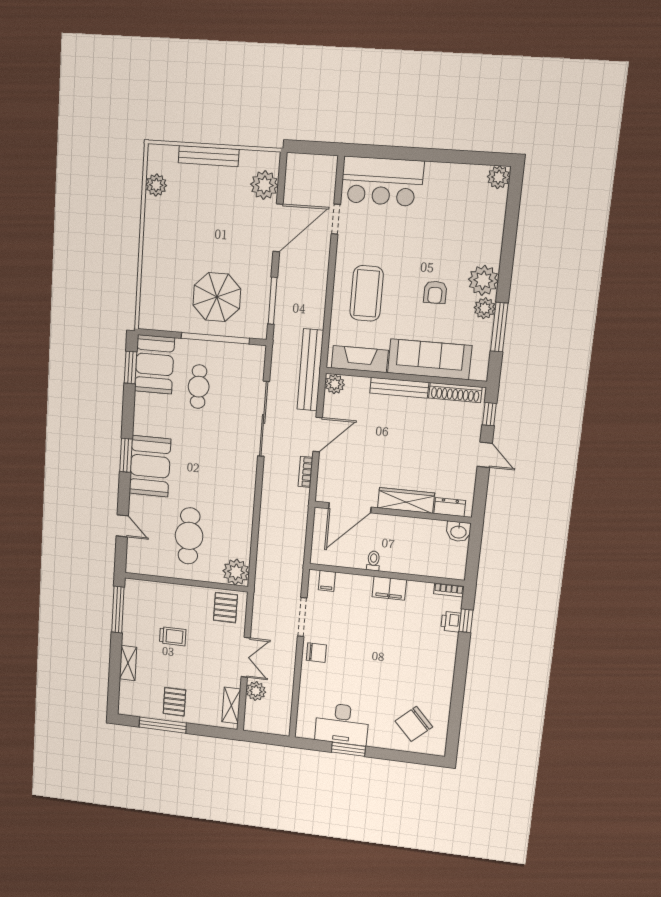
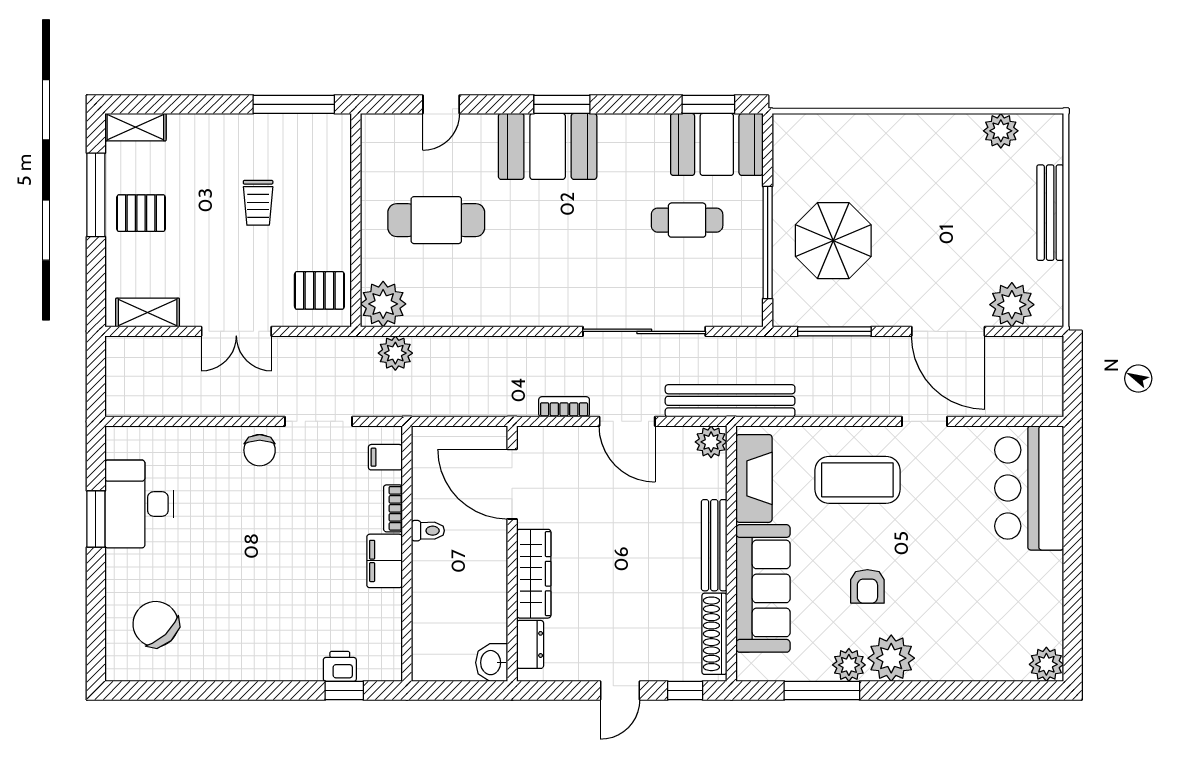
doorway: (336, 219) -> (925, 421), moved
armchair: (435, 292) -> (867, 586), turned -90
bookcase: (449, 590) -> (393, 508), moved
shelving: (128, 663) -> (135, 127), moved
plant: (256, 691) -> (395, 353), moved

